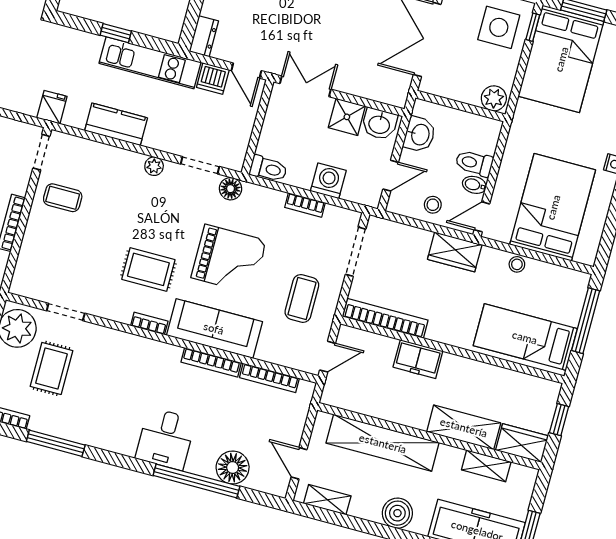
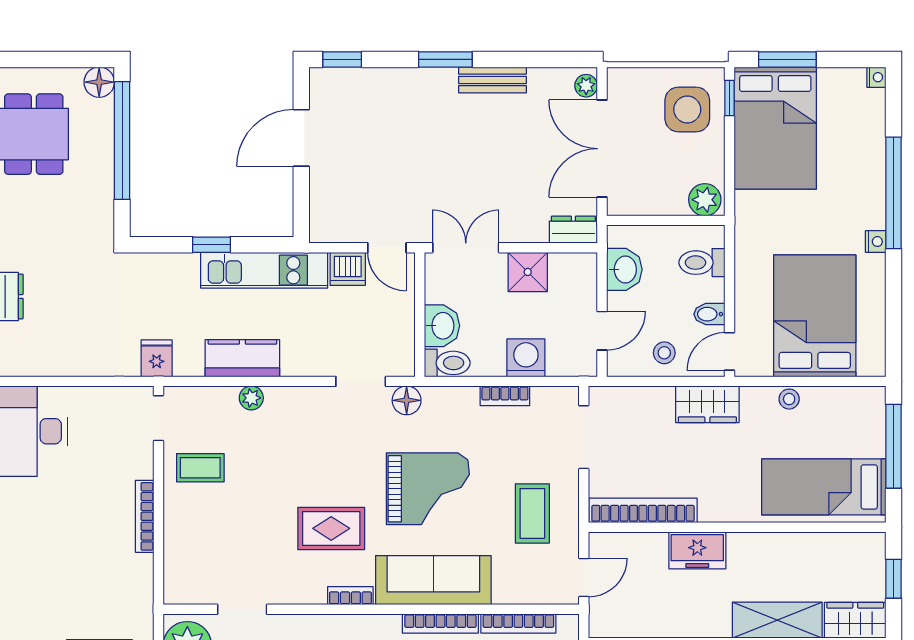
dresser: (204, 36) -> (573, 230), moved, turned -90
washbasin: (379, 124) -> (442, 326), moved, turned -90
toilet: (474, 163) -> (702, 263), moved
plant: (154, 166) -> (251, 398), moved

